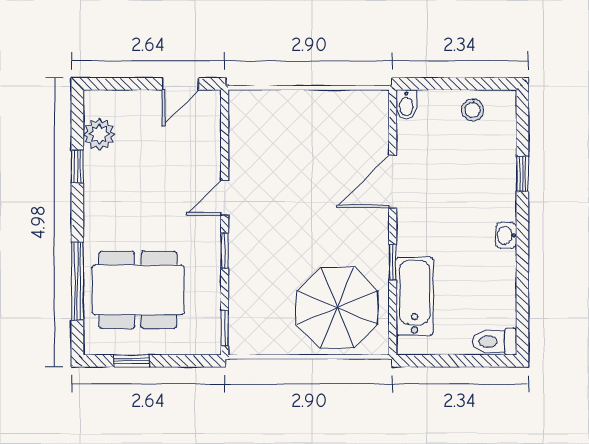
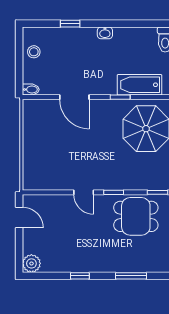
plant: (99, 134) -> (31, 263), moved
window: (77, 167) -> (80, 276), moved
window: (77, 281) -> (131, 276), width x0.69
dining table: (138, 290) -> (136, 216), moved, width x0.73

